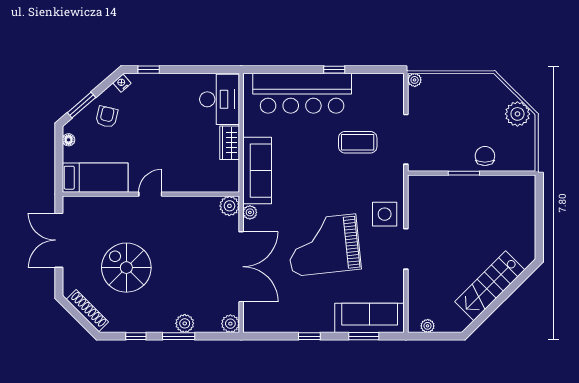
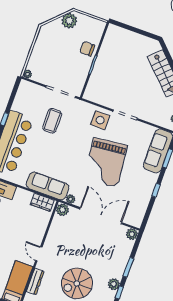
wardrobe: (230, 143) -> (42, 202), moved
dresser: (107, 204) -> (35, 281), added
plant: (185, 323) -> (114, 284), moved

